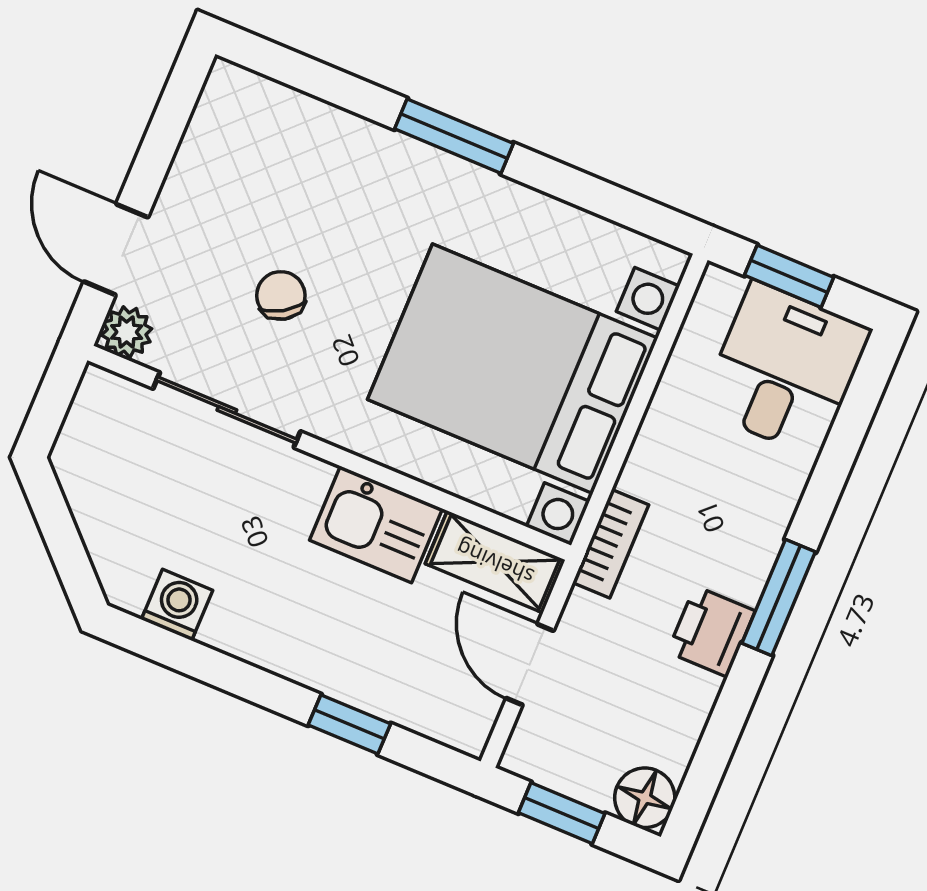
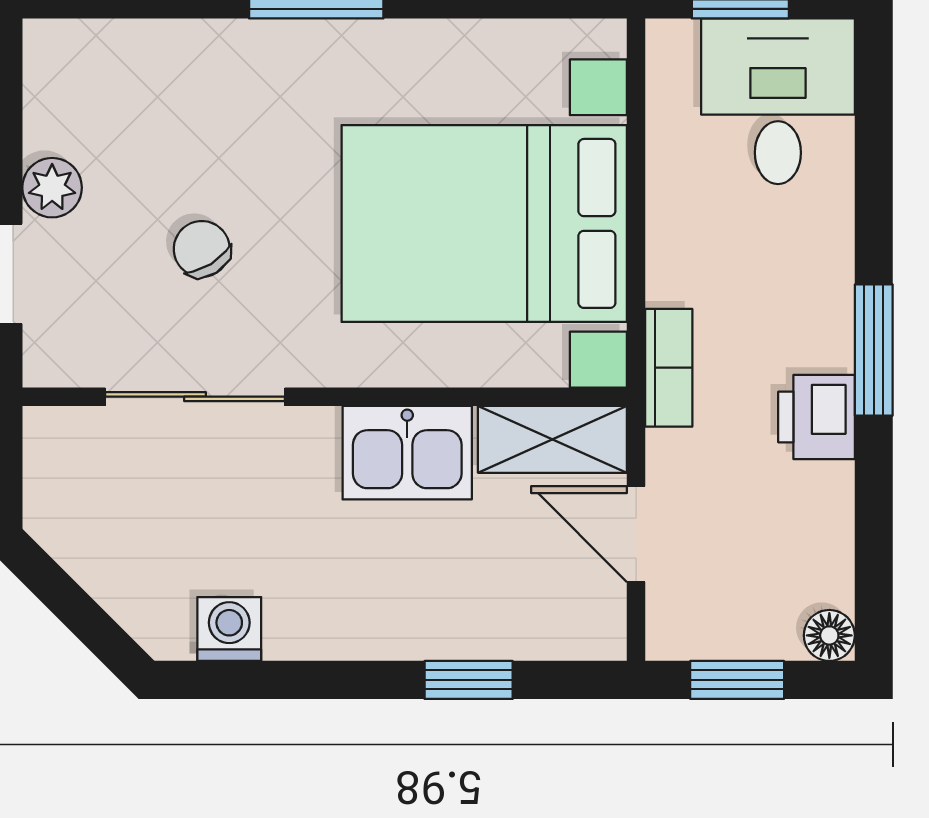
plant: (127, 332) -> (52, 188), moved
floor lamp: (645, 798) -> (829, 635), width x0.73, depth x0.73

